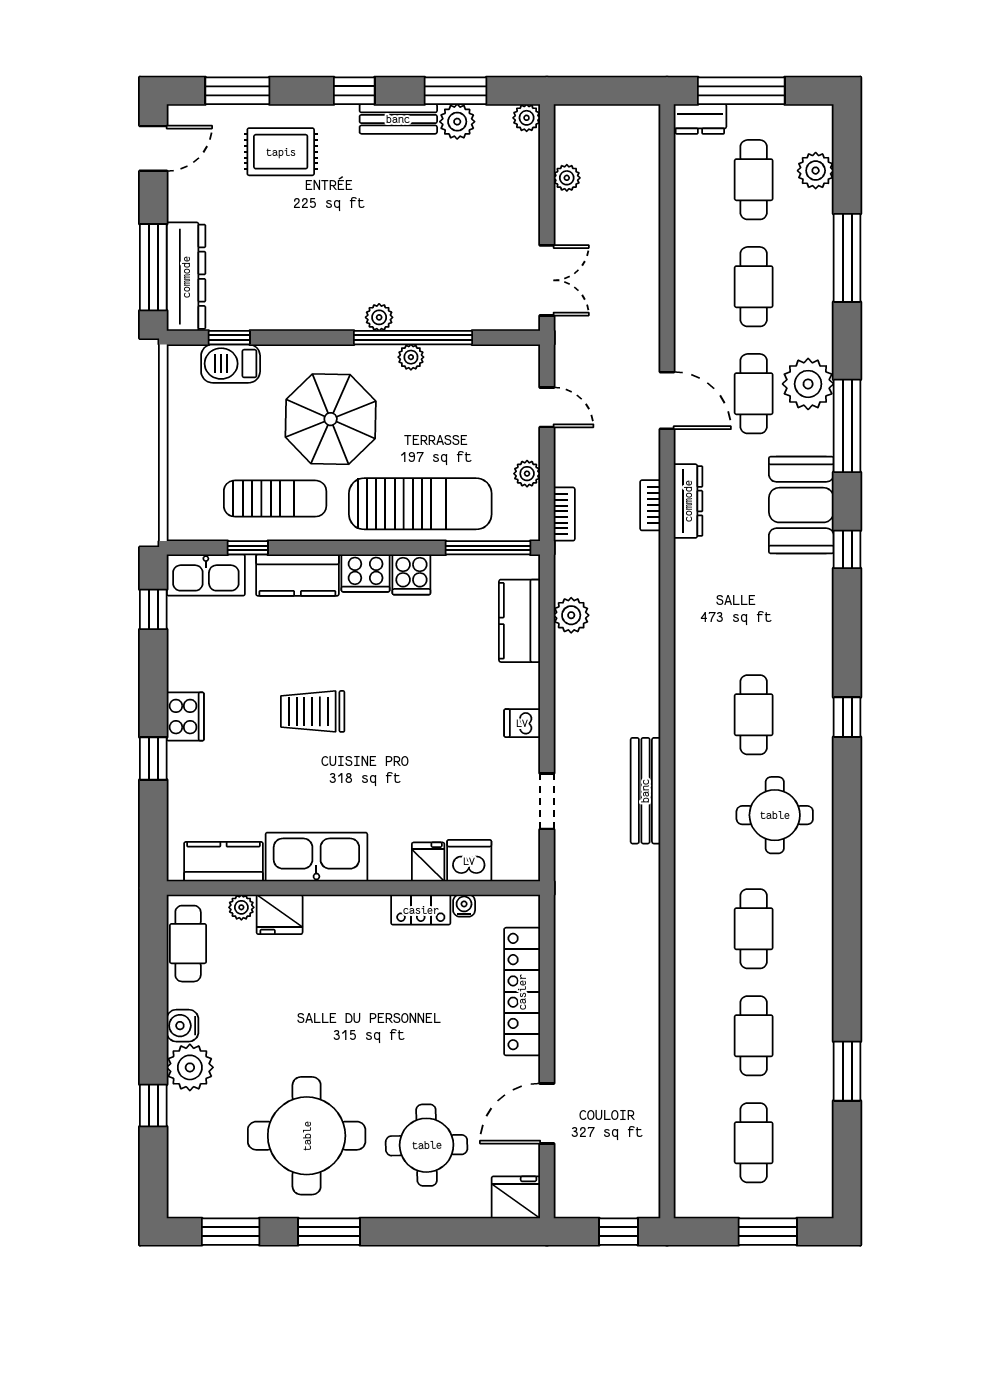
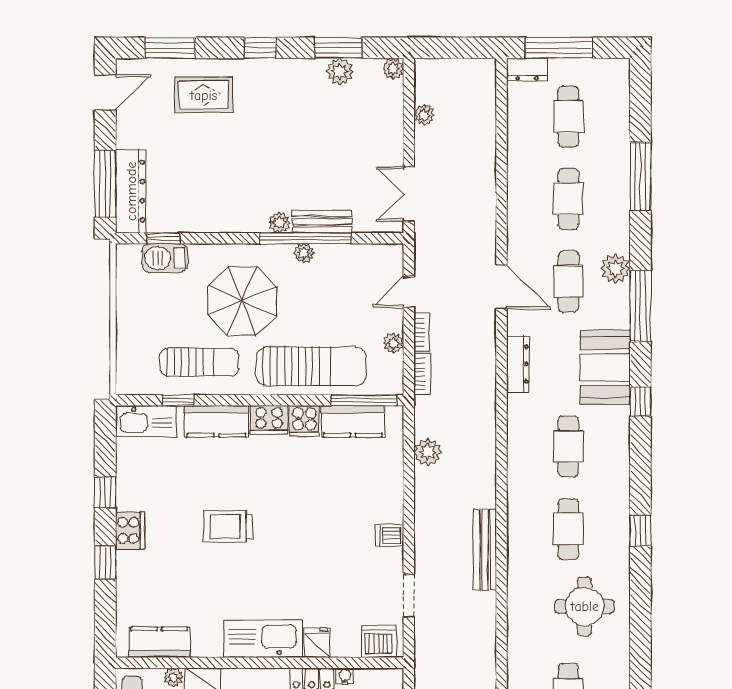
bench: (398, 119) -> (322, 222), moved
plant: (816, 171) -> (616, 109), removed
double door: (547, 280) -> (409, 194), swing flipped
plant: (808, 384) -> (616, 269), width x0.73, depth x0.73
door: (547, 407) -> (409, 292), swing flipped
bookcase: (650, 505) -> (422, 332), moved, turned 180
cafe table: (754, 608) -> (568, 446), added
window: (153, 609) -> (105, 492), moved
kitchen counter: (520, 621) -> (353, 421), moved, turned -90
bench: (645, 791) -> (485, 550), moved
kitchen sink: (316, 857) -> (263, 639), moved
dishwasher: (469, 861) -> (379, 642), moved

